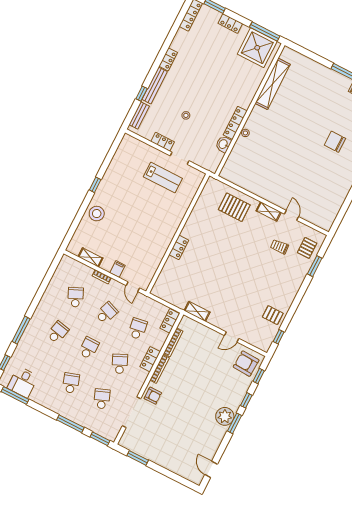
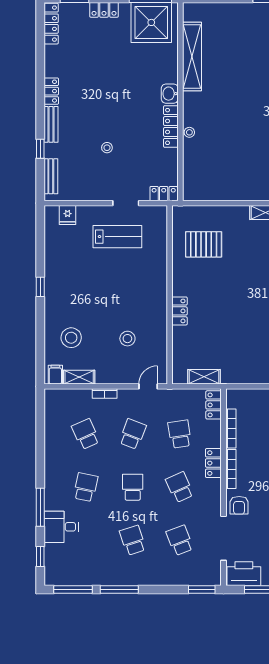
bench: (155, 86) -> (51, 124), width x0.73
locker: (163, 142) -> (164, 194), moved
washbasin: (223, 144) -> (170, 94), moved
fridge: (137, 147) -> (68, 215), added
pallet: (234, 207) -> (204, 244), moved
stool: (97, 214) -> (71, 338), moved
stool: (135, 248) -> (127, 339), added
filing cabinet: (117, 269) -> (55, 375), moved
door: (133, 287) -> (148, 386), swing flipped
shelving: (197, 311) -> (204, 377), moved
desk: (23, 382) -> (61, 527), moved, turned 90
armchair: (153, 396) -> (239, 505), turned 90
window: (70, 424) -> (119, 590), moved
printer: (133, 442) -> (244, 574), added

